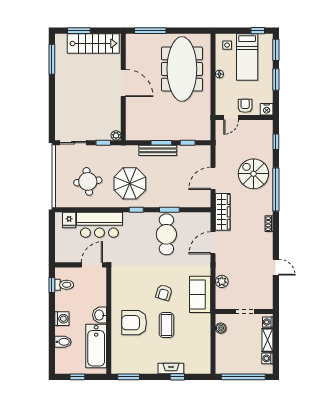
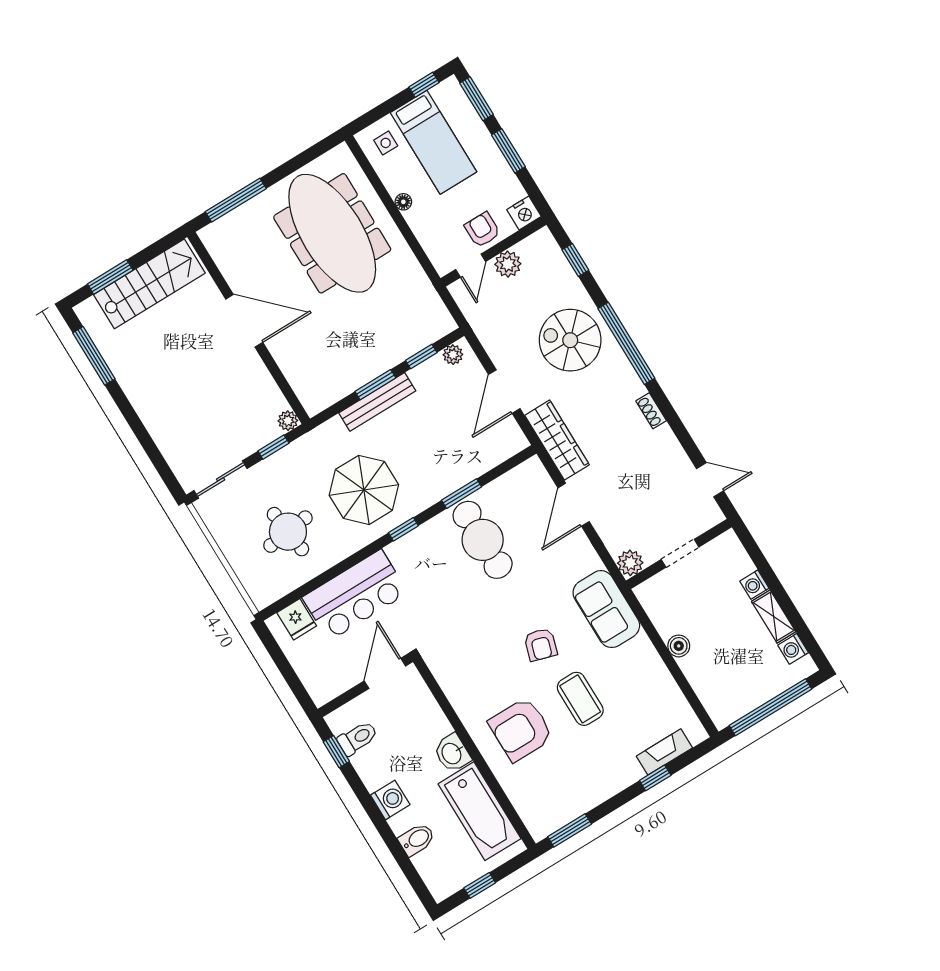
plant: (247, 126) -> (508, 264), added
plant: (201, 150) -> (453, 355), added
wall: (244, 312) -> (679, 554), moved
doorway: (245, 312) -> (680, 553), moved
fireplace: (171, 368) -> (664, 752), moved

